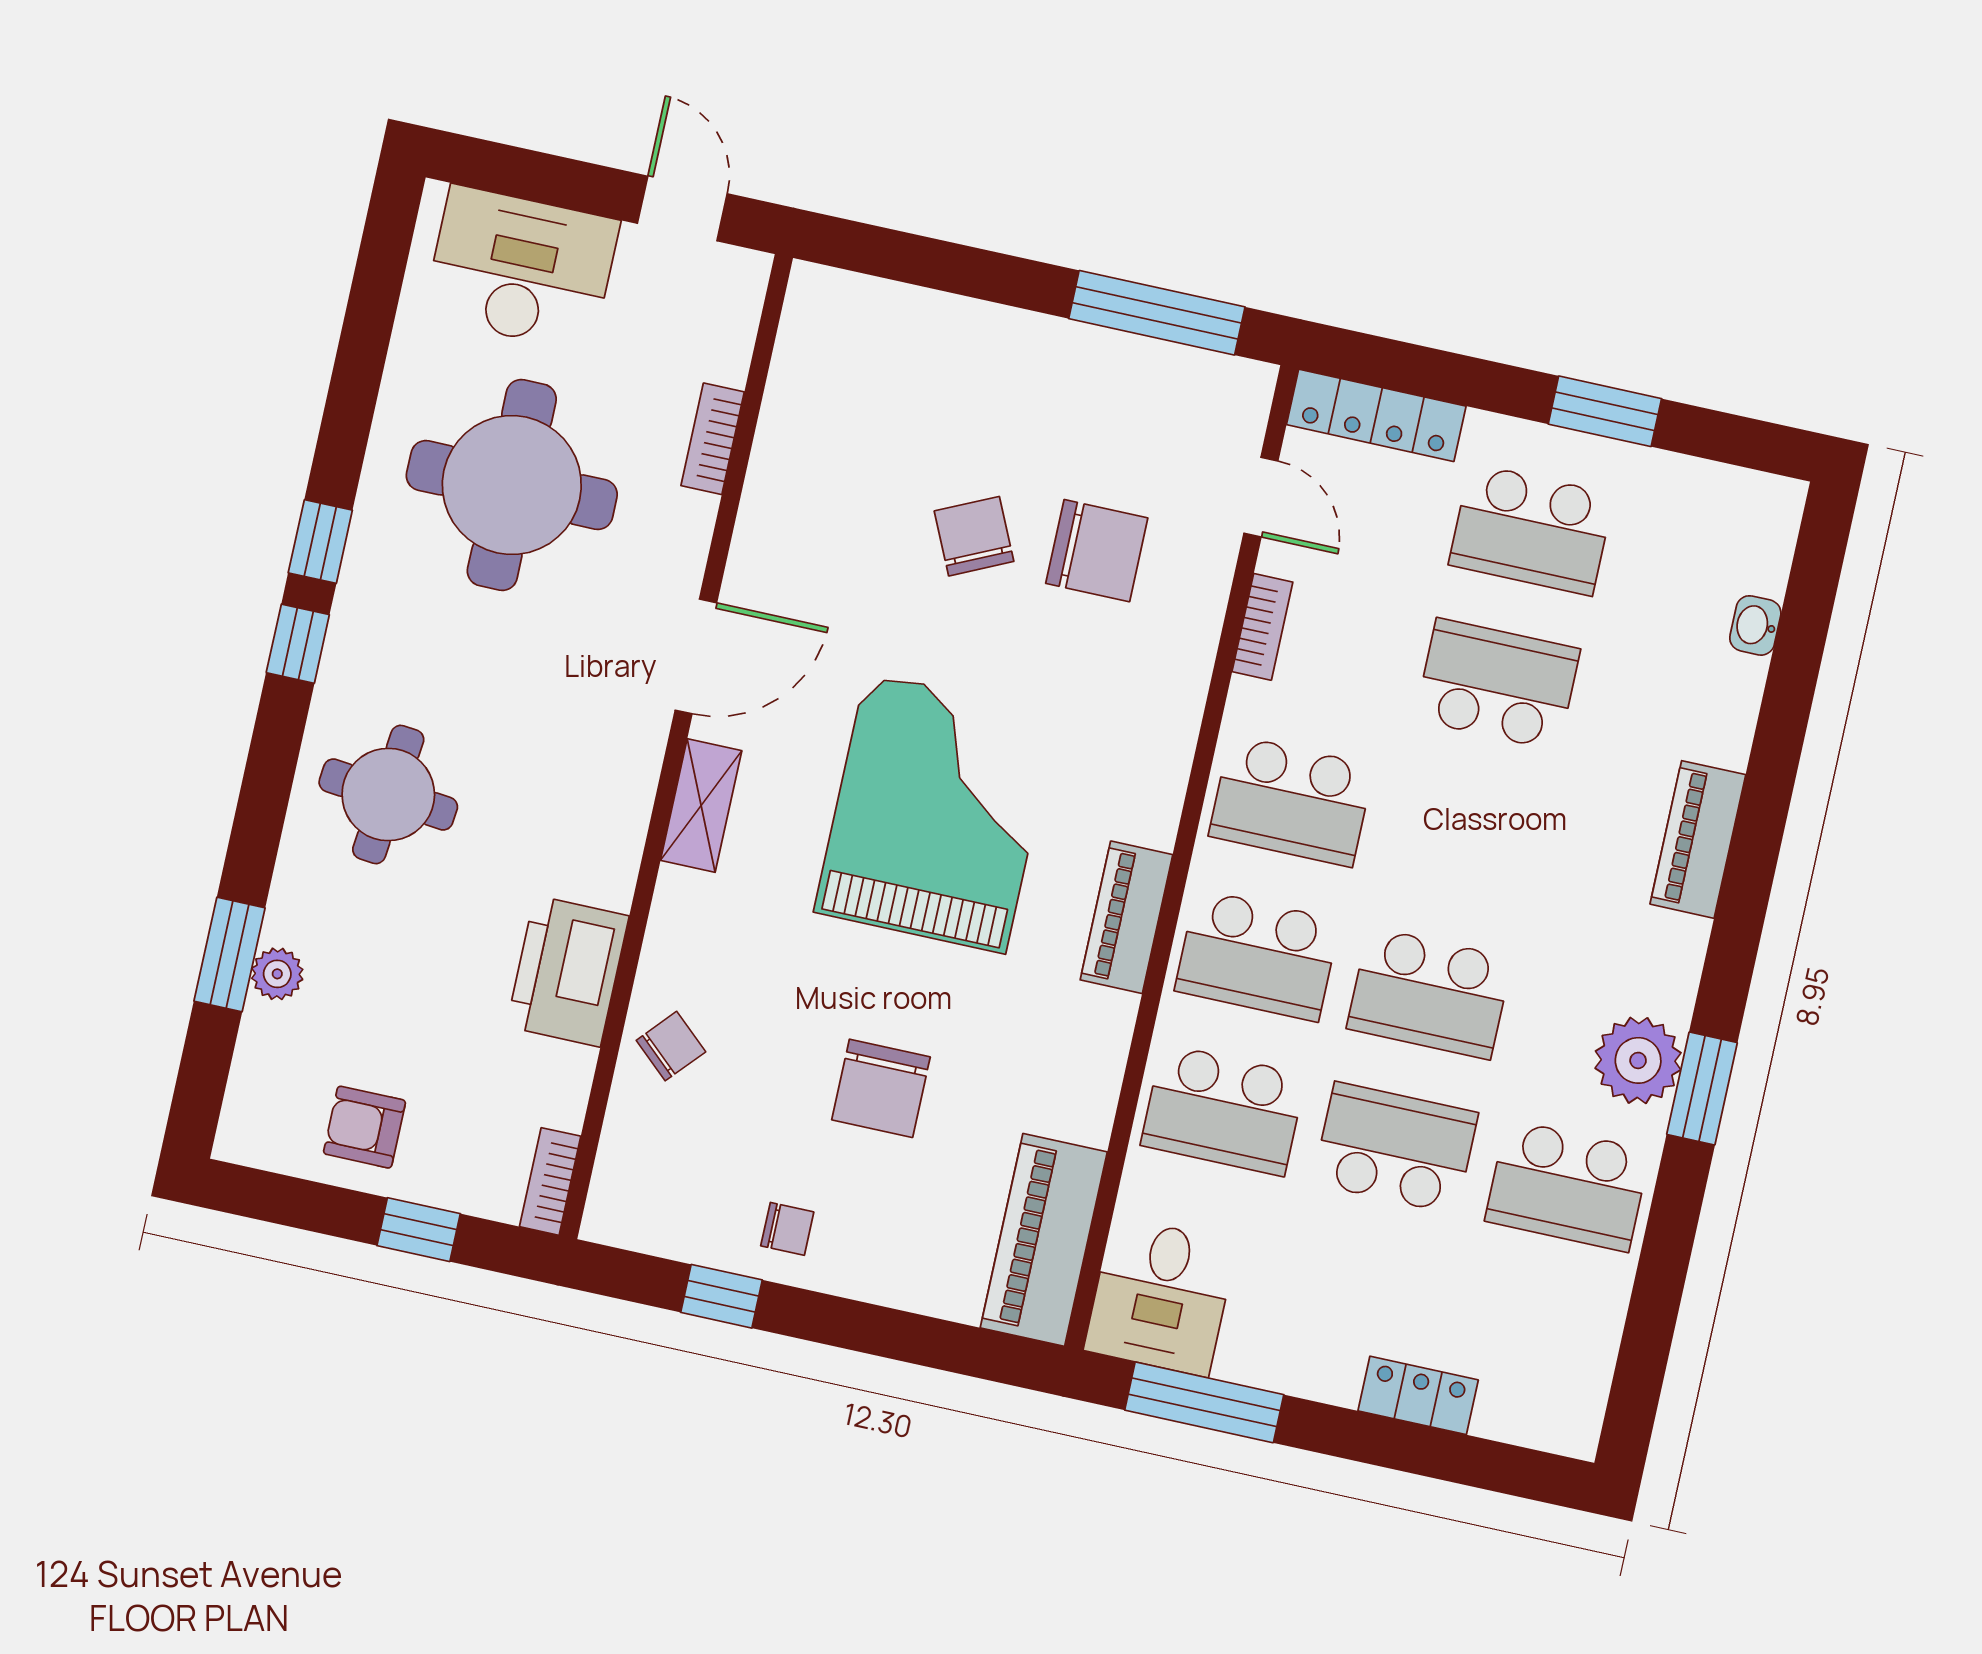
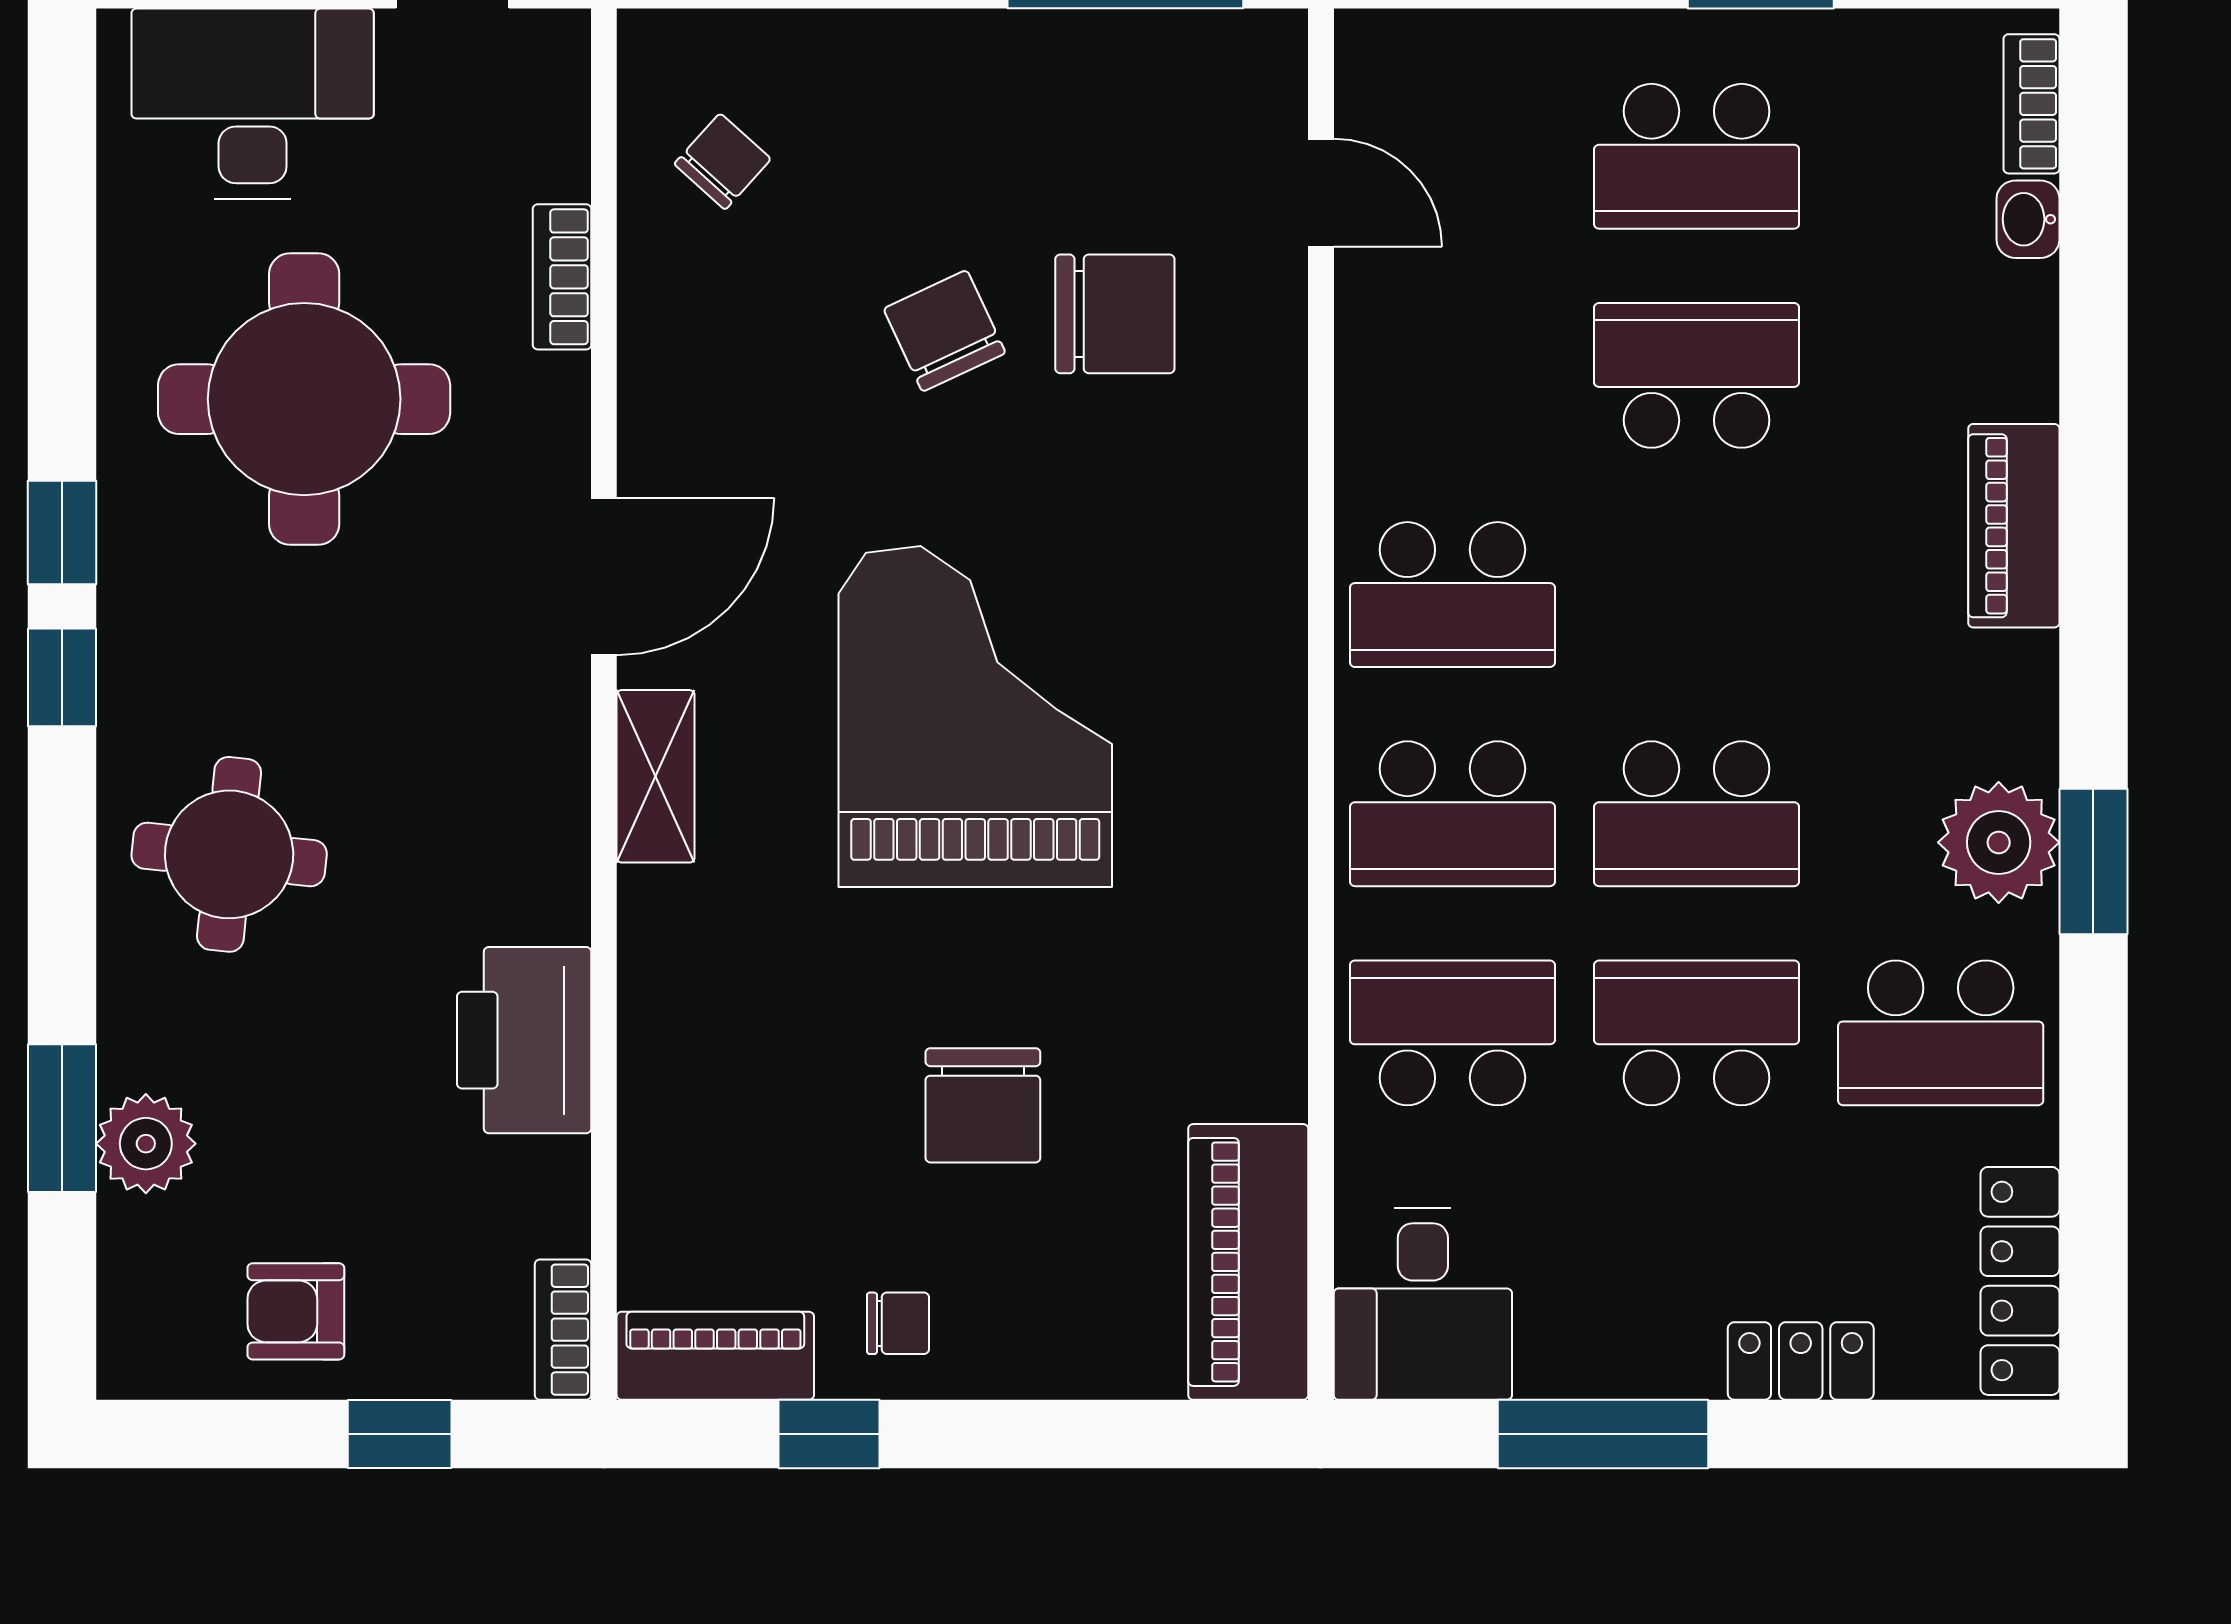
locker: (1376, 415) -> (2020, 1281), moved, turned 90
bookcase: (1262, 627) -> (2031, 104), moved, turned 180
piano: (1126, 917) -> (715, 1356), moved, turned 90
plant: (277, 974) -> (146, 1144), width x1.38, depth x1.38
chair: (671, 1046) -> (723, 161), moved
school desk: (1223, 1110) -> (1452, 1033), turned 180
window: (1204, 1402) -> (1603, 1434), moved

